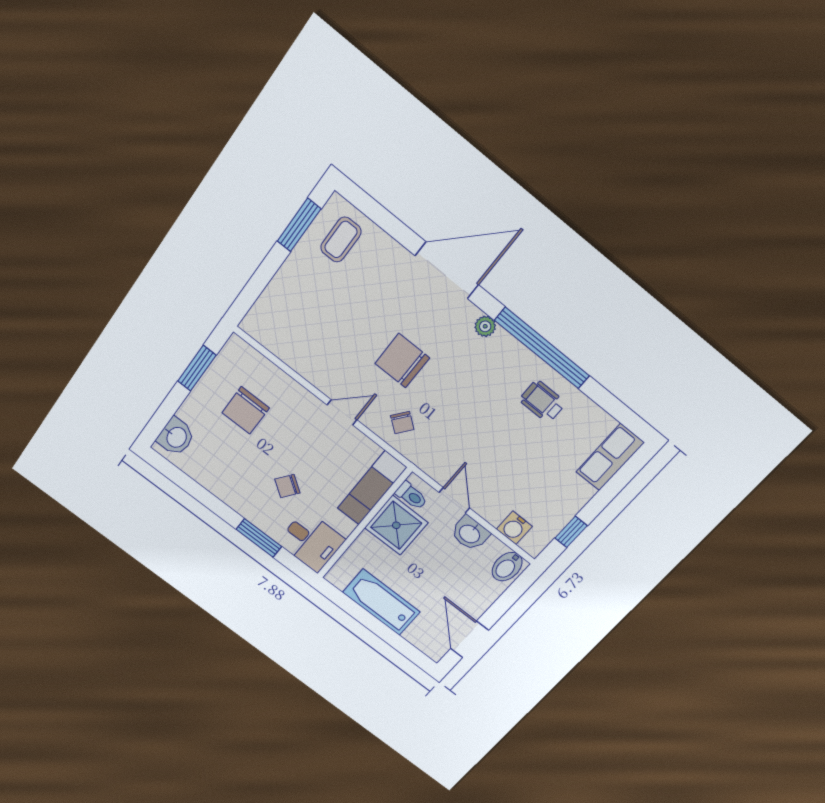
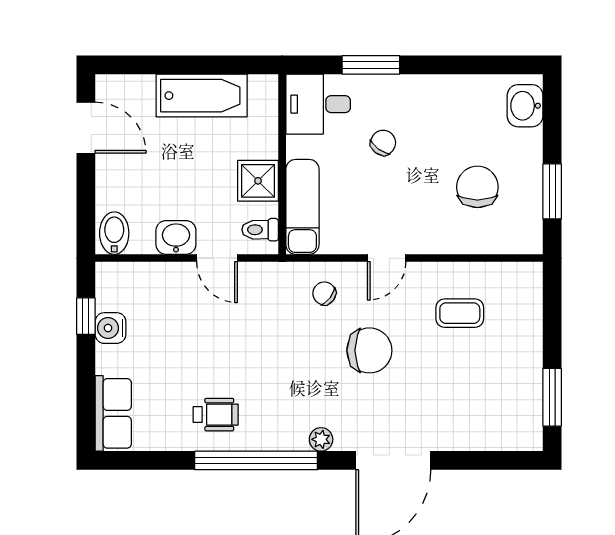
coffee table: (341, 240) -> (460, 313), moved, turned 90
shower: (396, 525) -> (258, 181), width x0.73, depth x0.73
water cooler: (514, 528) -> (110, 328), moved, turned -90

